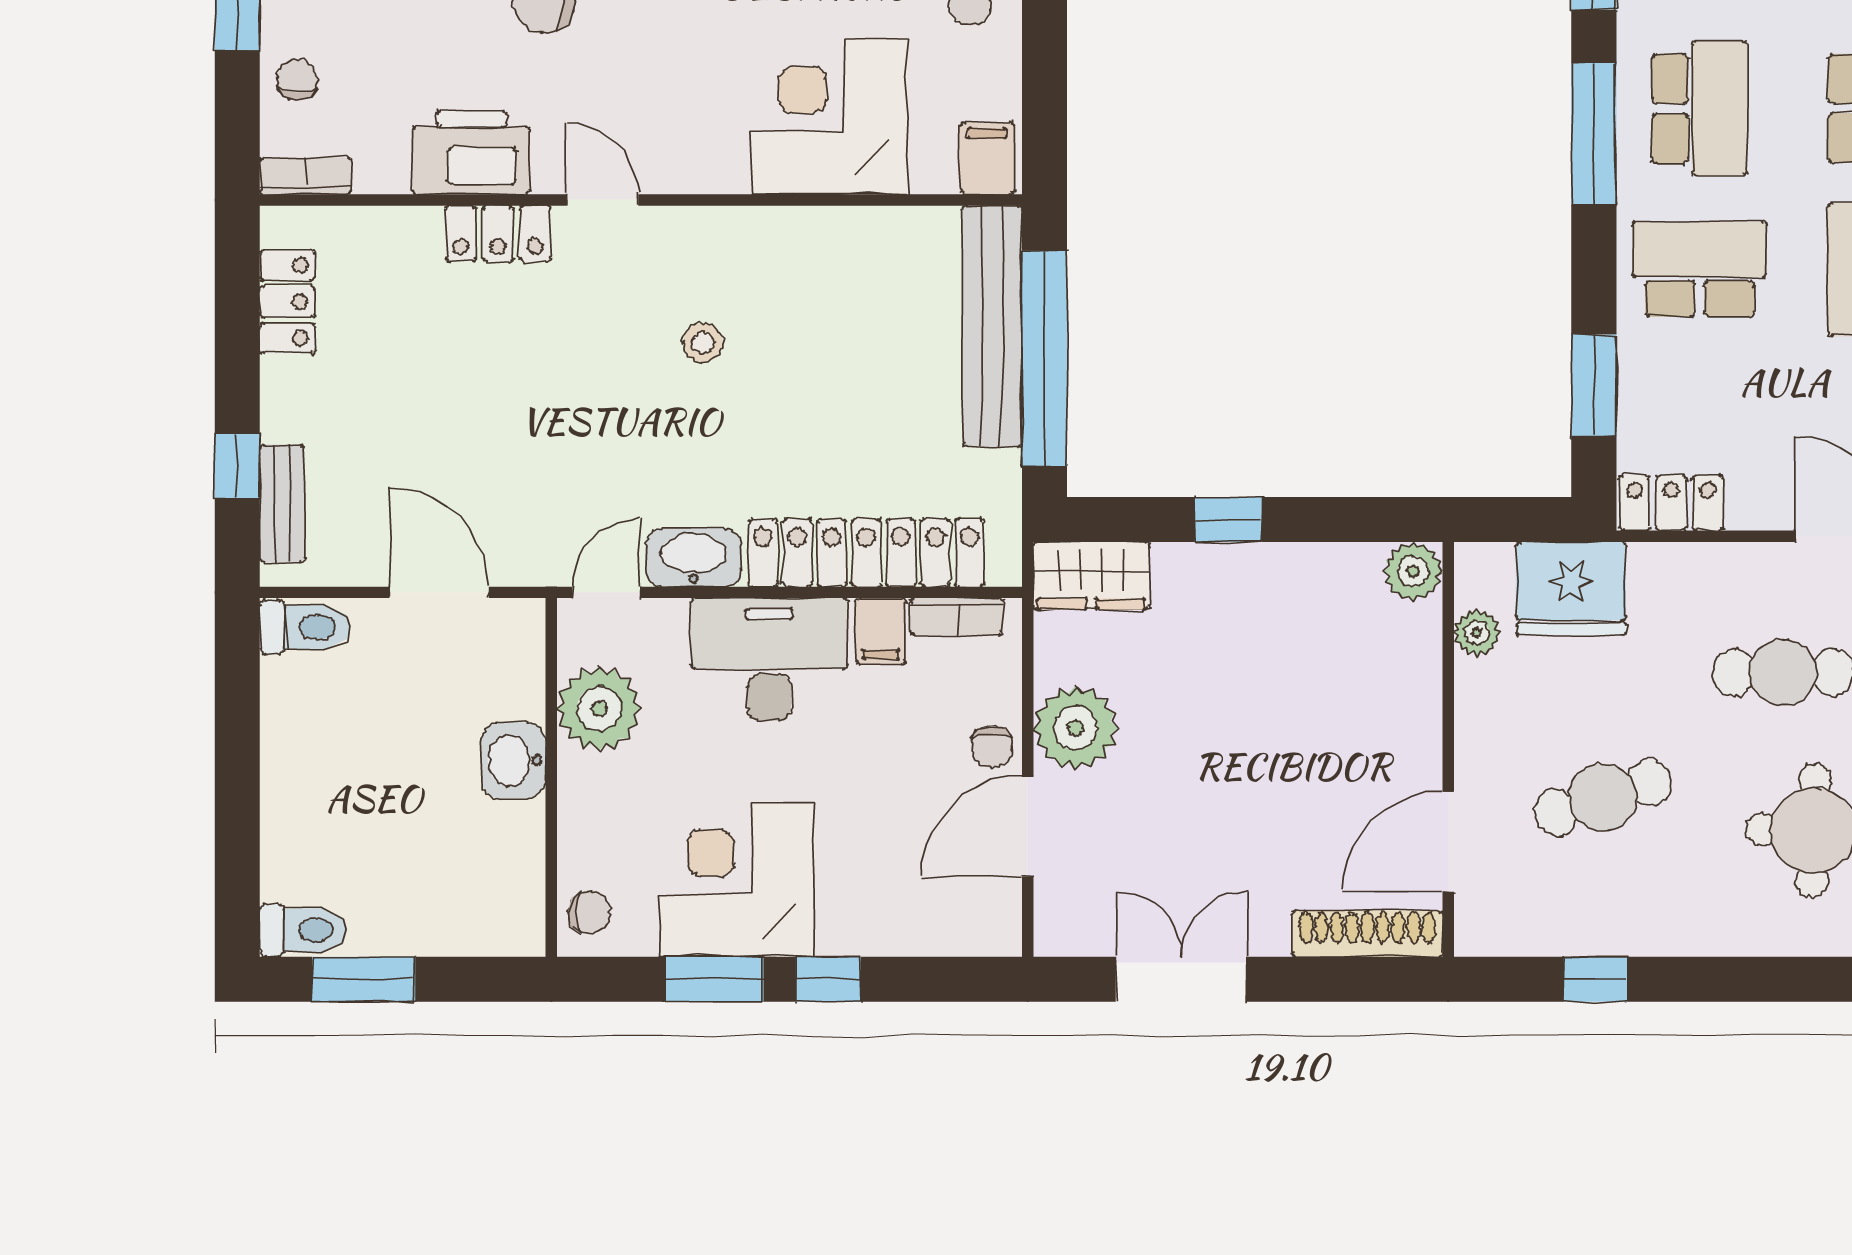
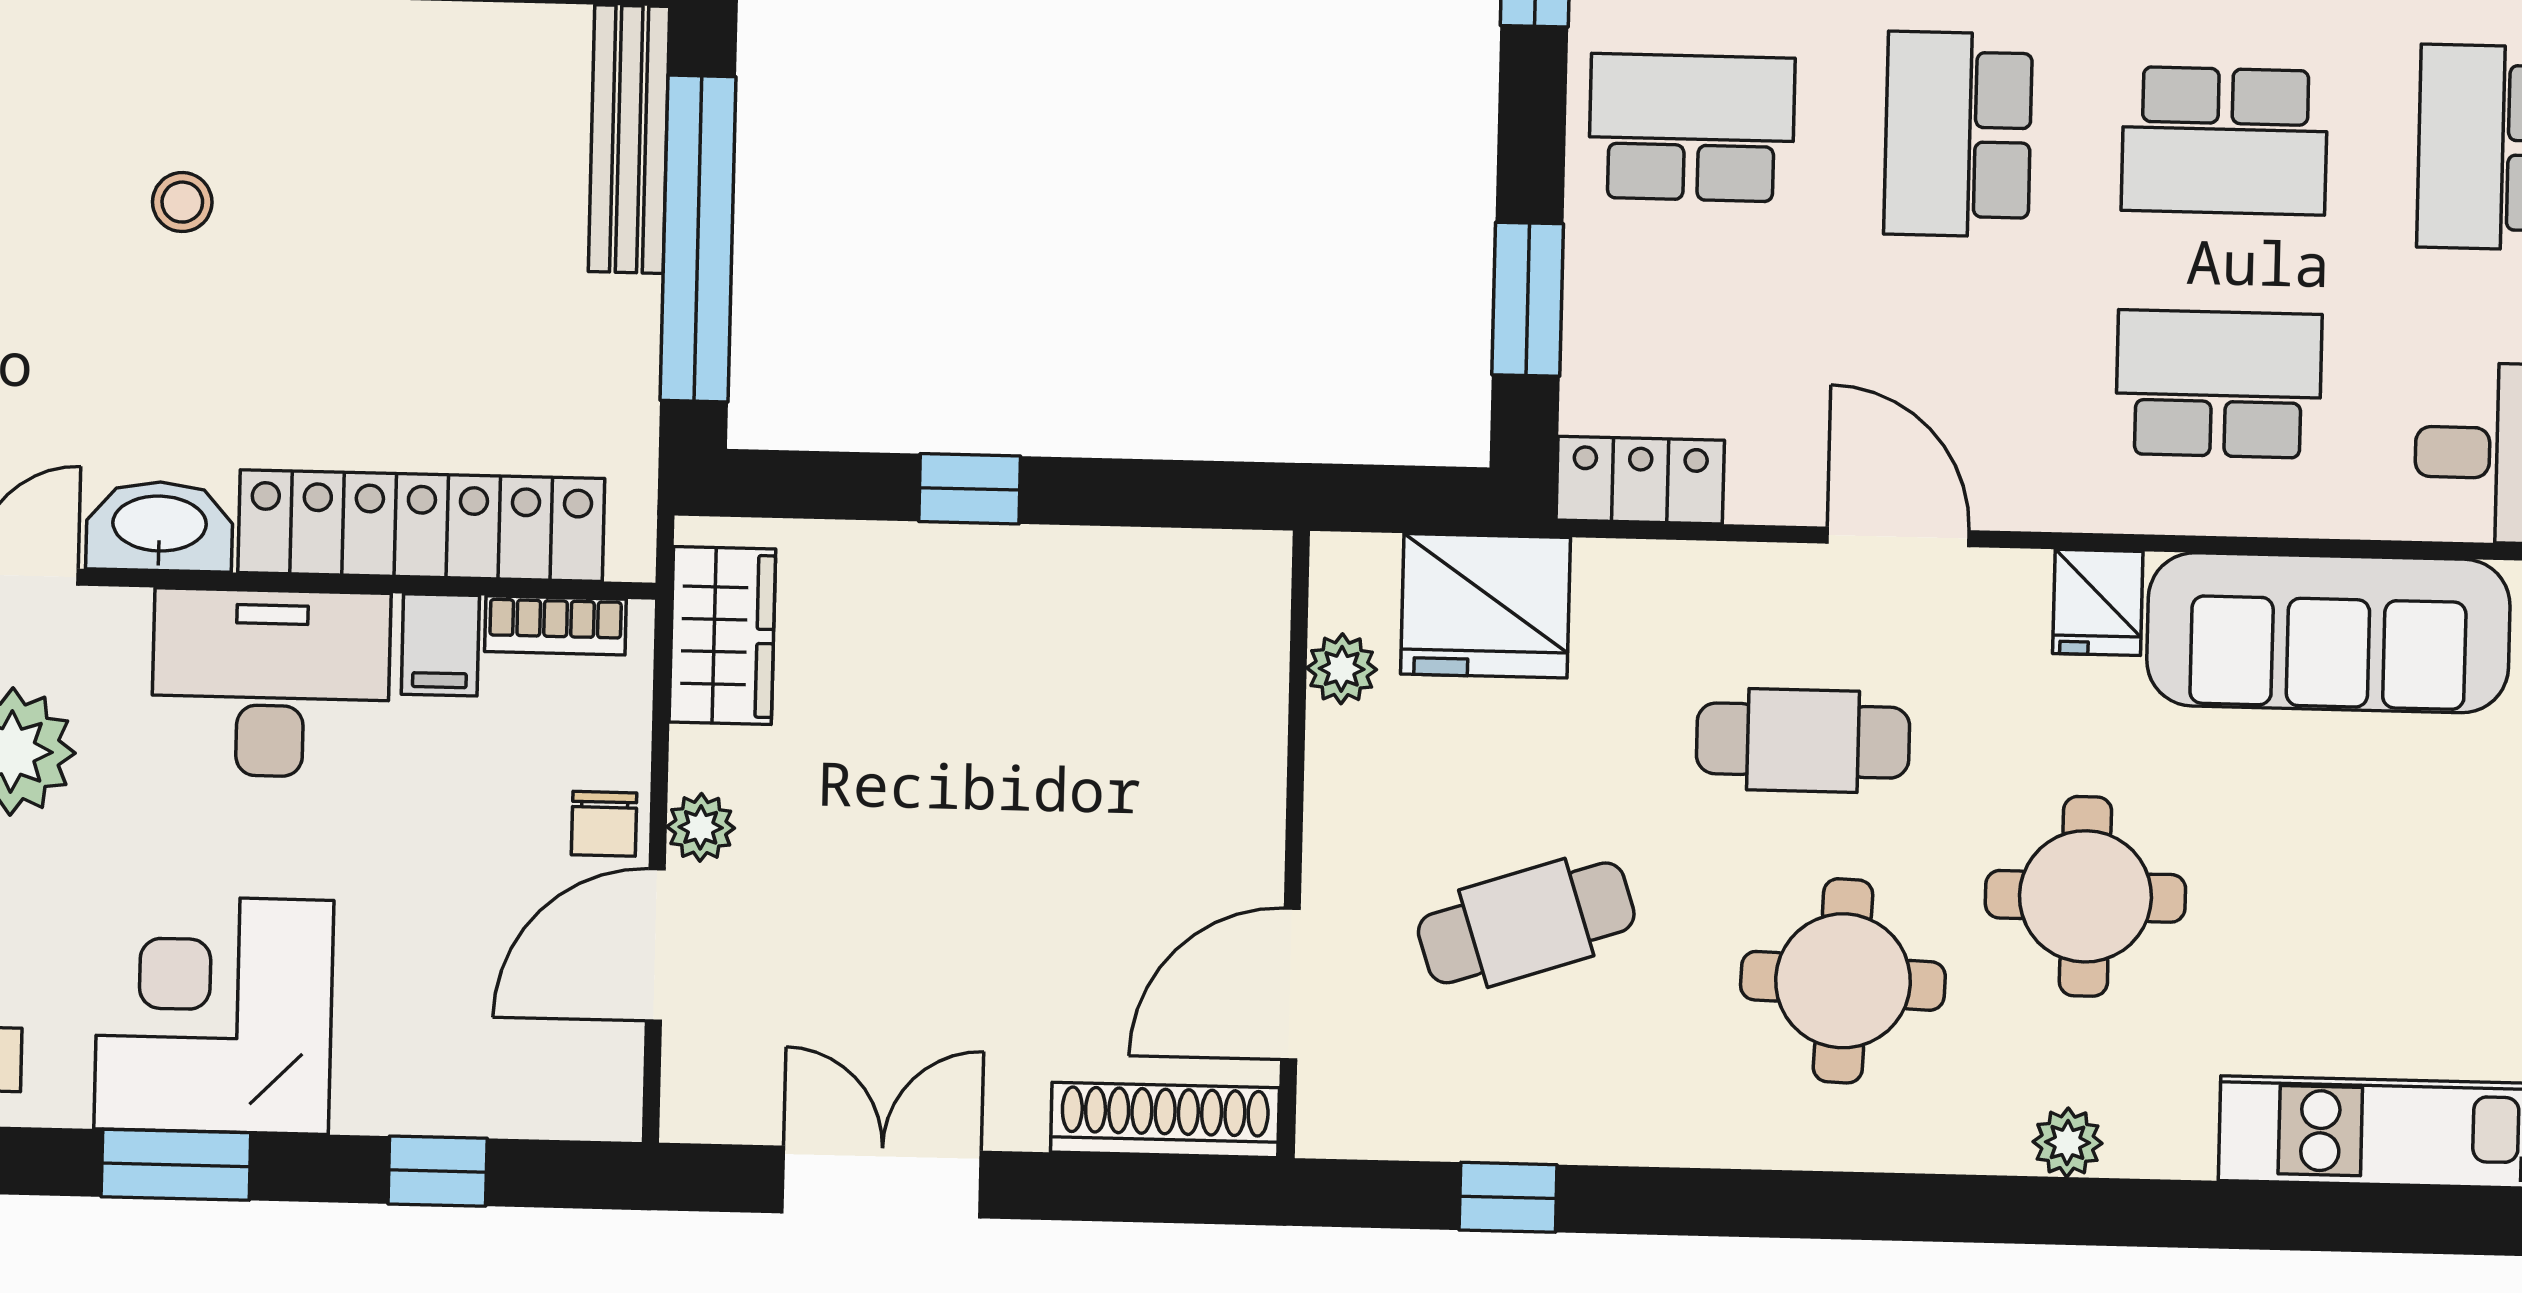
bench: (992, 326) -> (629, 139), width x0.73, depth x0.82
plant: (1413, 571) -> (1247, 574), removed
wardrobe: (1091, 576) -> (722, 635), moved, turned -90
plant: (1075, 728) -> (701, 827), width x0.53, depth x0.53
window: (828, 979) -> (438, 1171), moved

